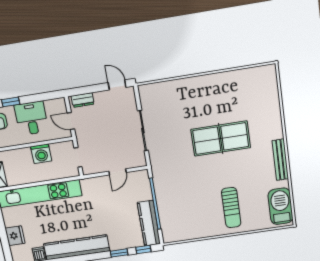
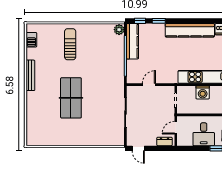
door: (71, 121) -> (176, 128), swing flipped
table tennis table: (221, 139) -> (71, 98), turned 90
washing machine: (41, 154) -> (203, 92), moved, turned 180
barbecue: (281, 206) -> (31, 40), width x0.53, depth x0.65
plant: (169, 235) -> (119, 30), added

